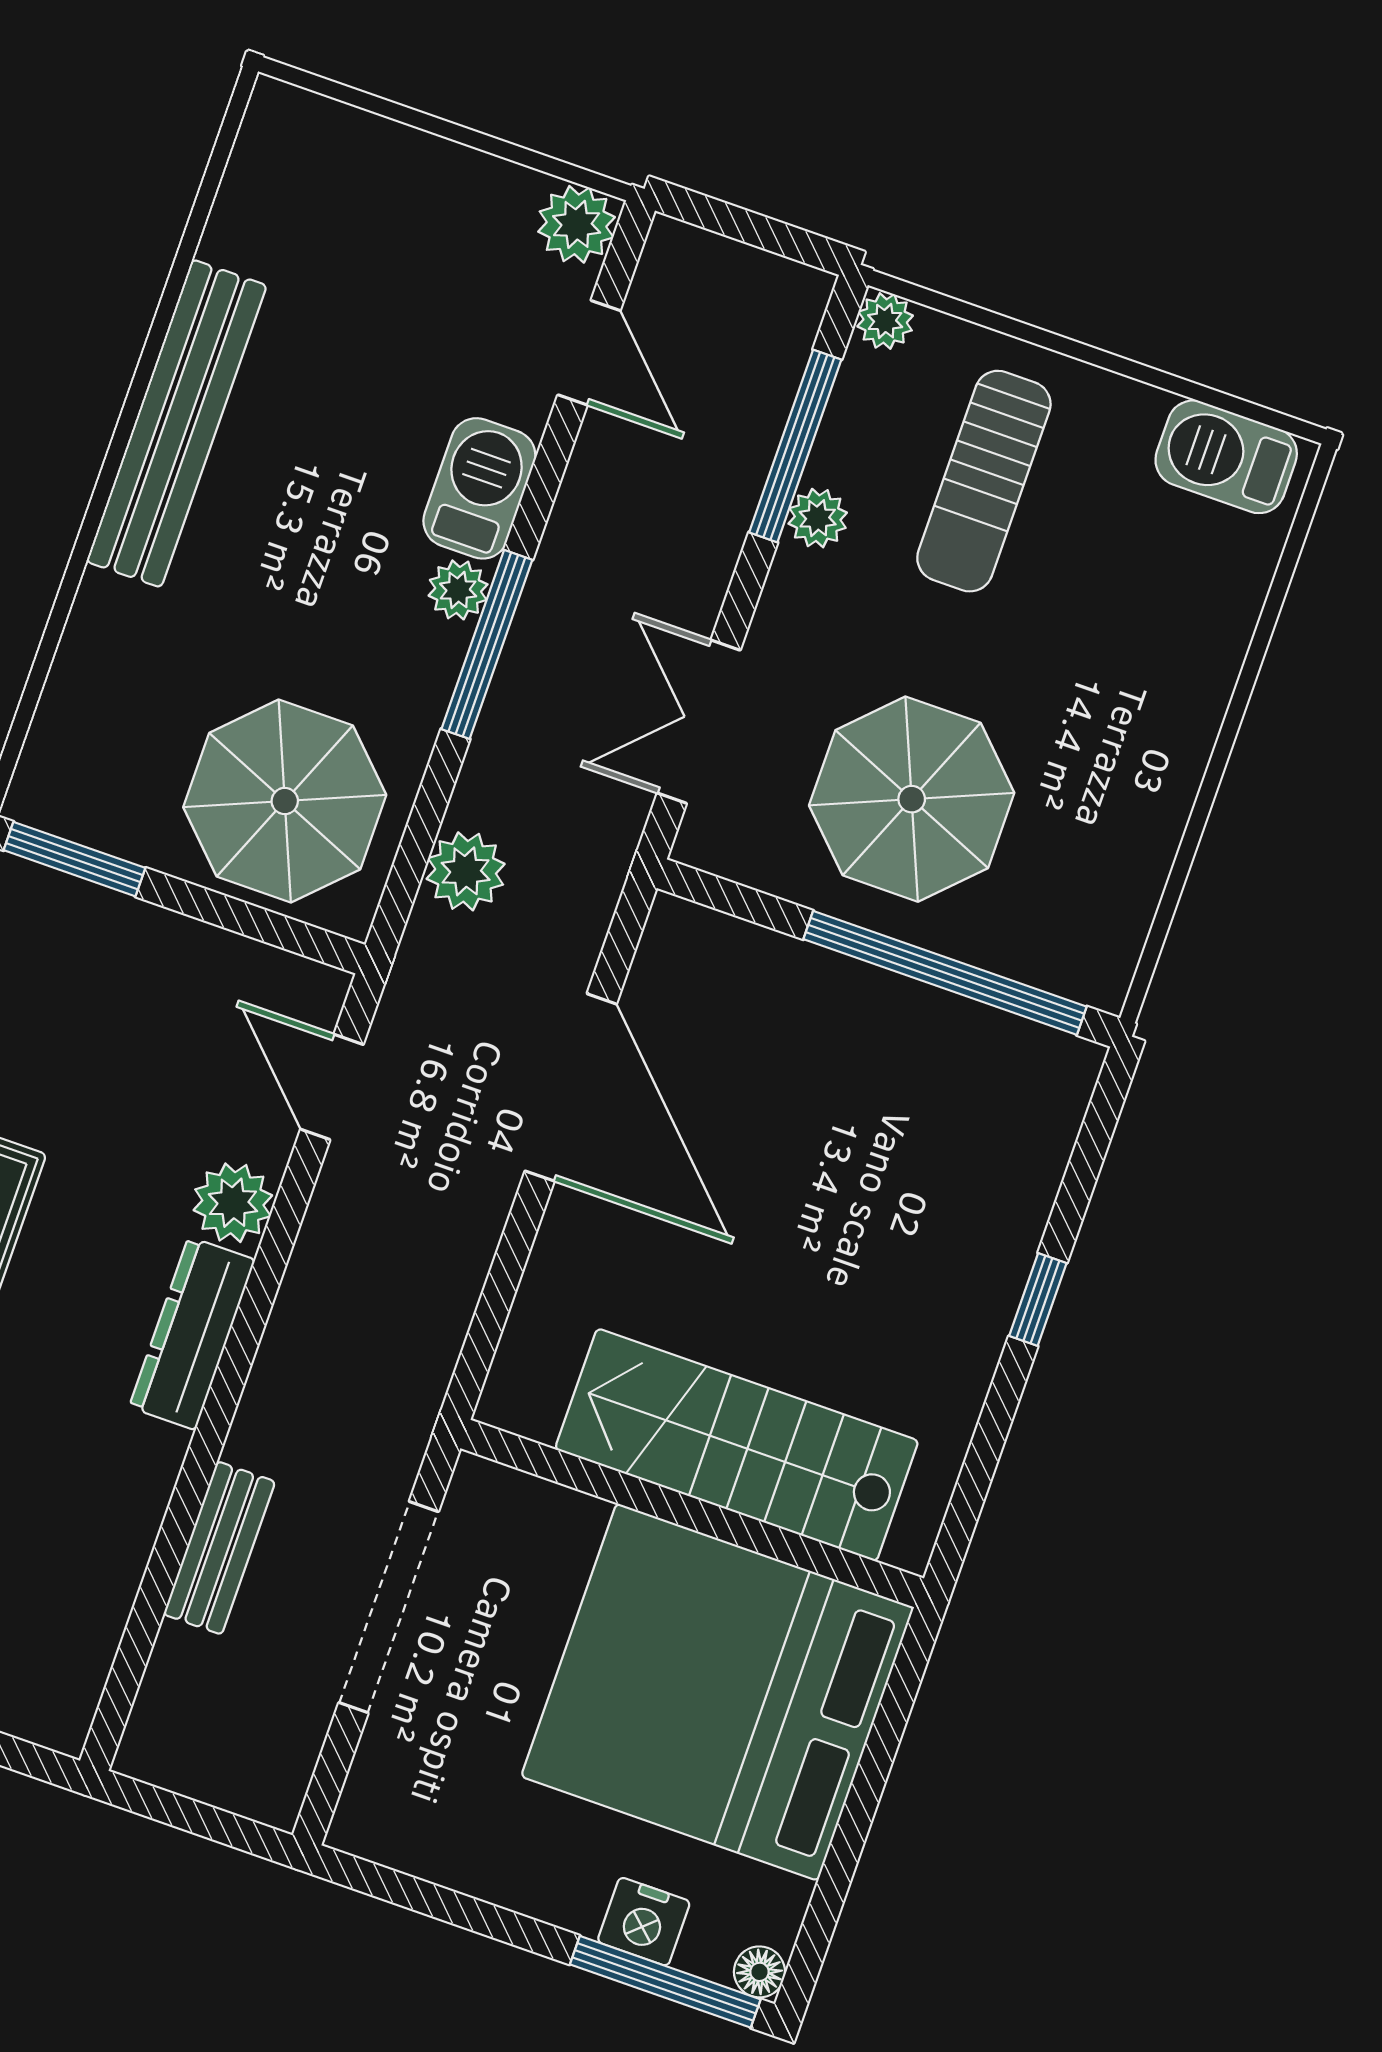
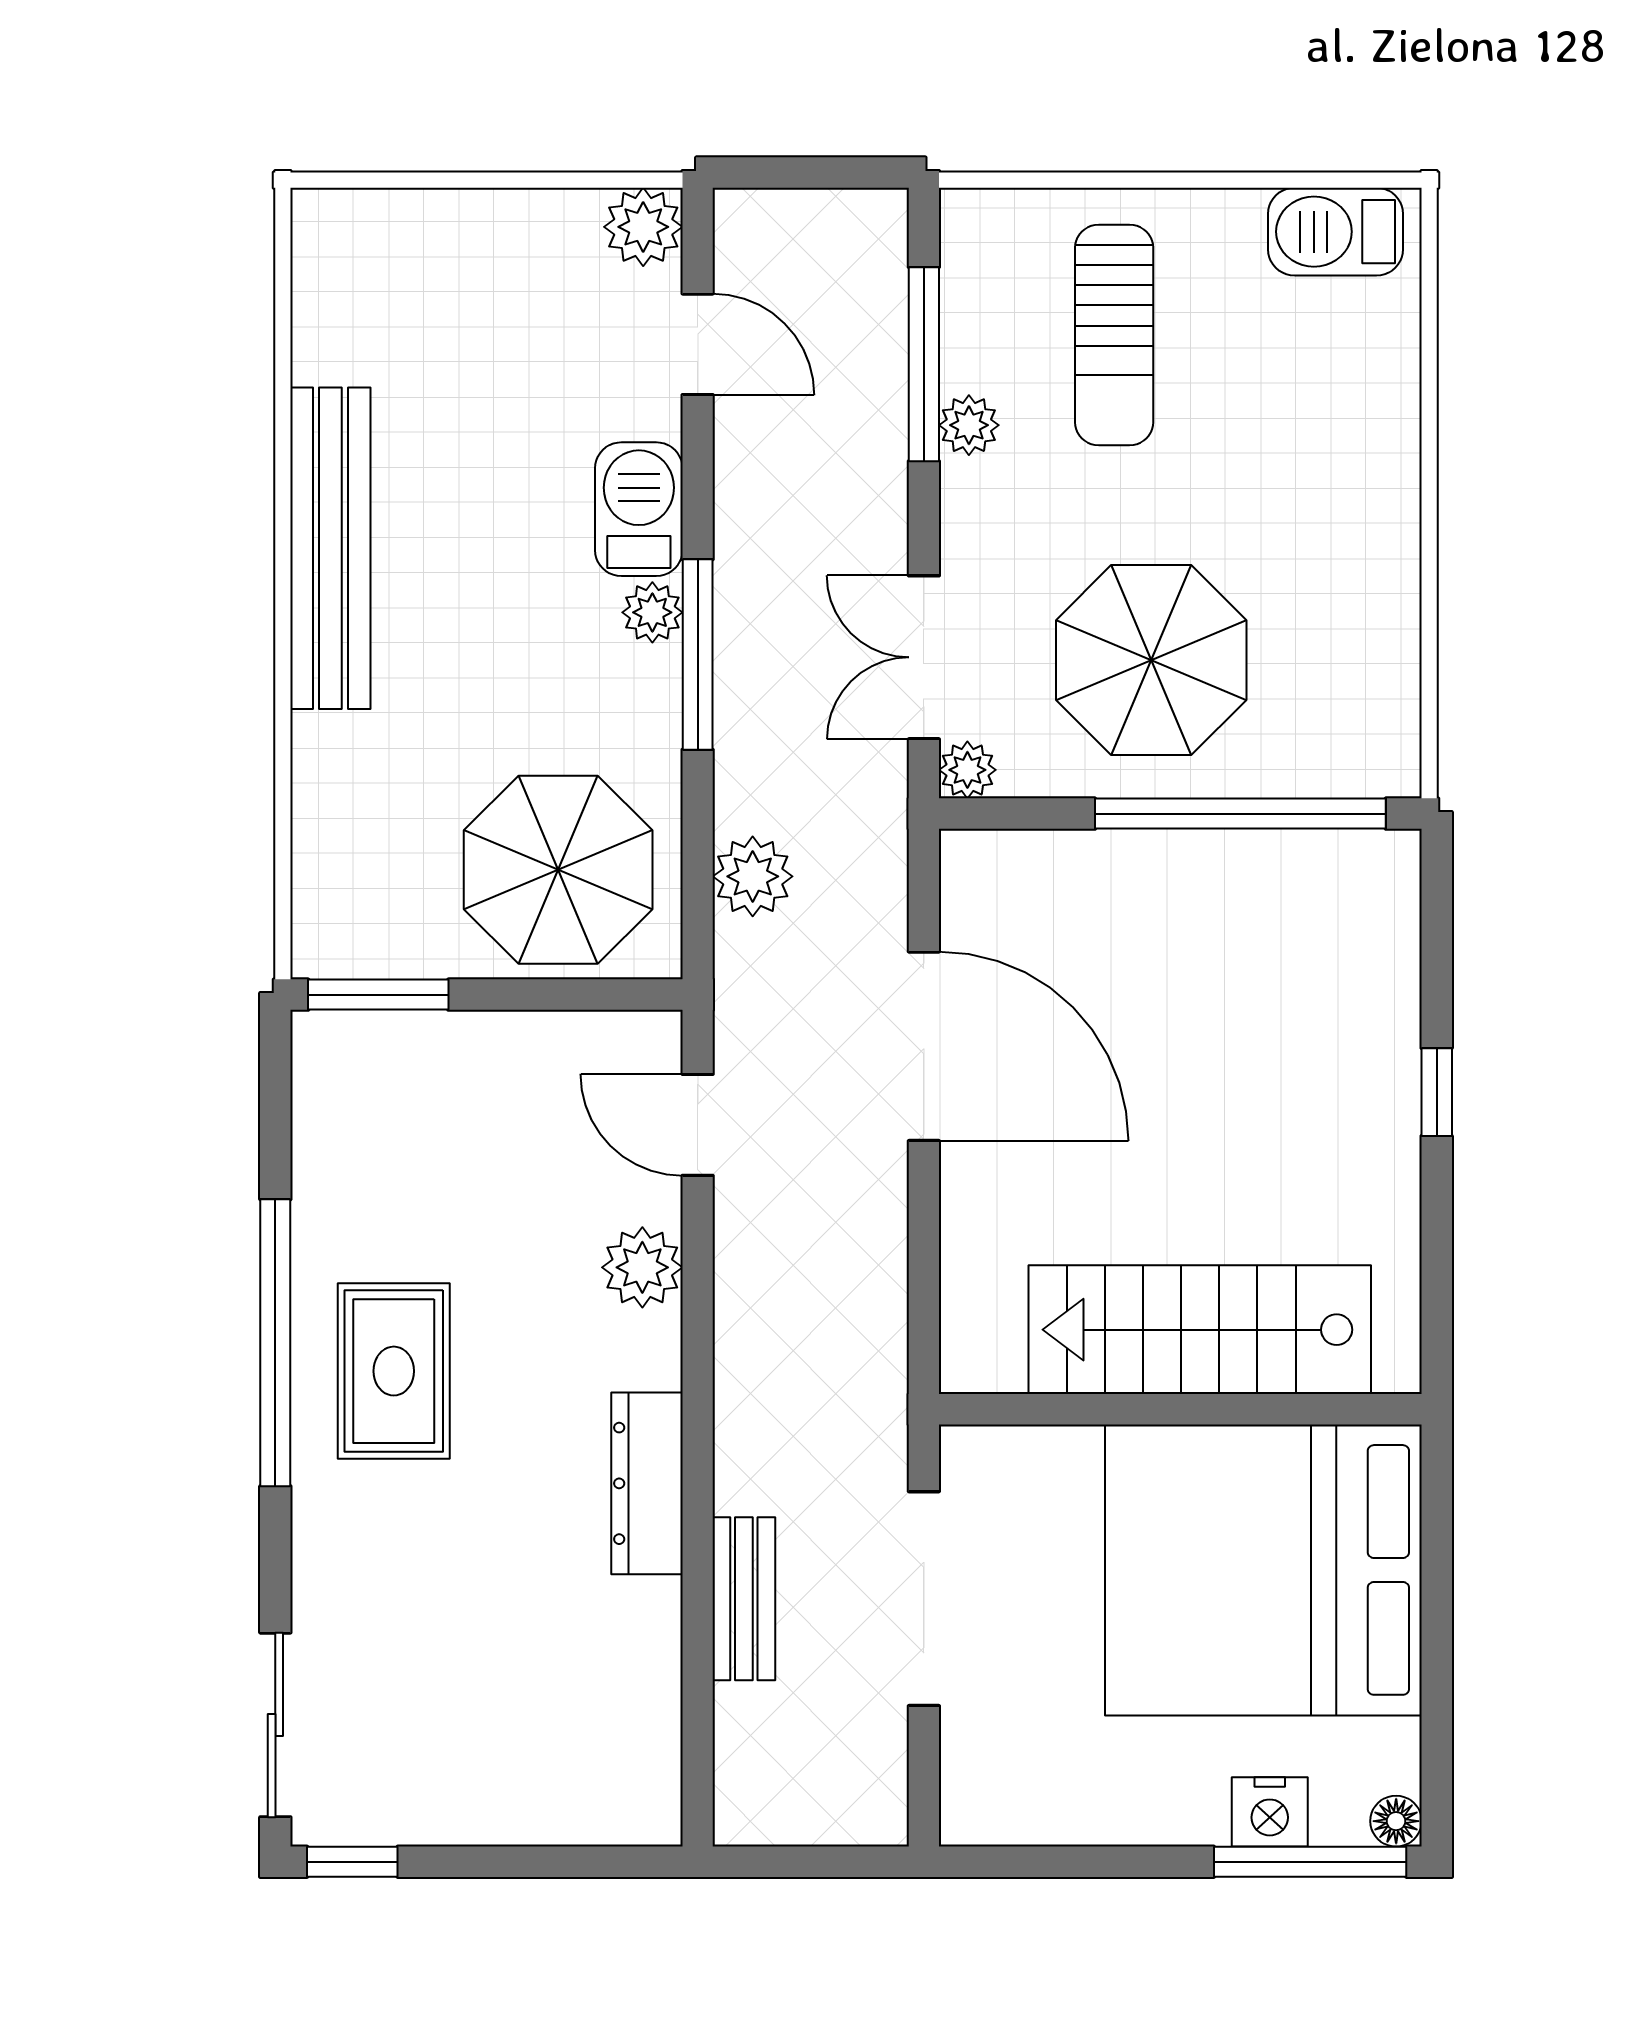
plant: (885, 321) -> (967, 770), moved
dresser: (192, 1333) -> (647, 1483), moved

